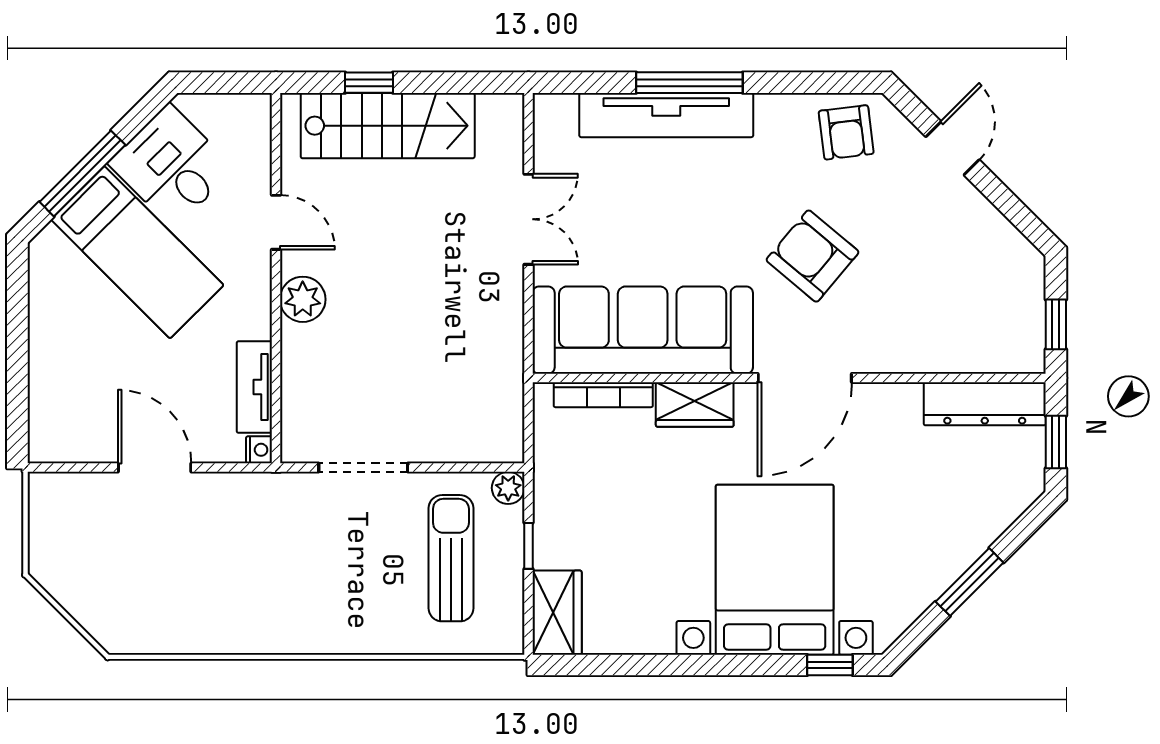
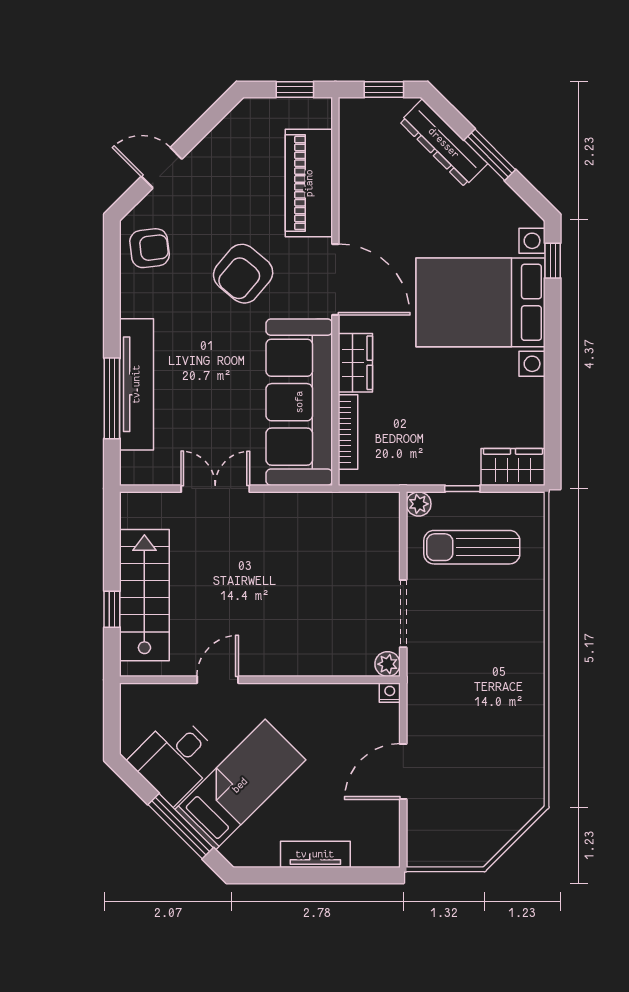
window: (689, 83) -> (112, 398), moved
plant: (303, 299) -> (388, 664), moved, width x0.73, depth x0.73
piano: (932, 343) -> (309, 183), added
tv unit: (254, 387) -> (315, 854), moved, turned 180
dresser: (985, 404) -> (444, 143), moved, turned 135

